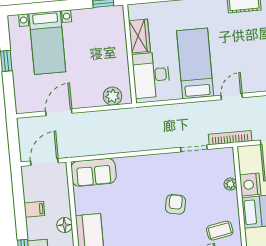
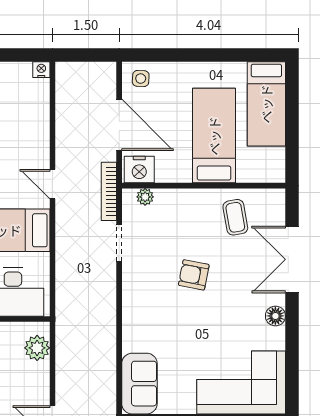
plant: (230, 184) -> (145, 197), moved
nightstand: (250, 185) -> (139, 170), moved

